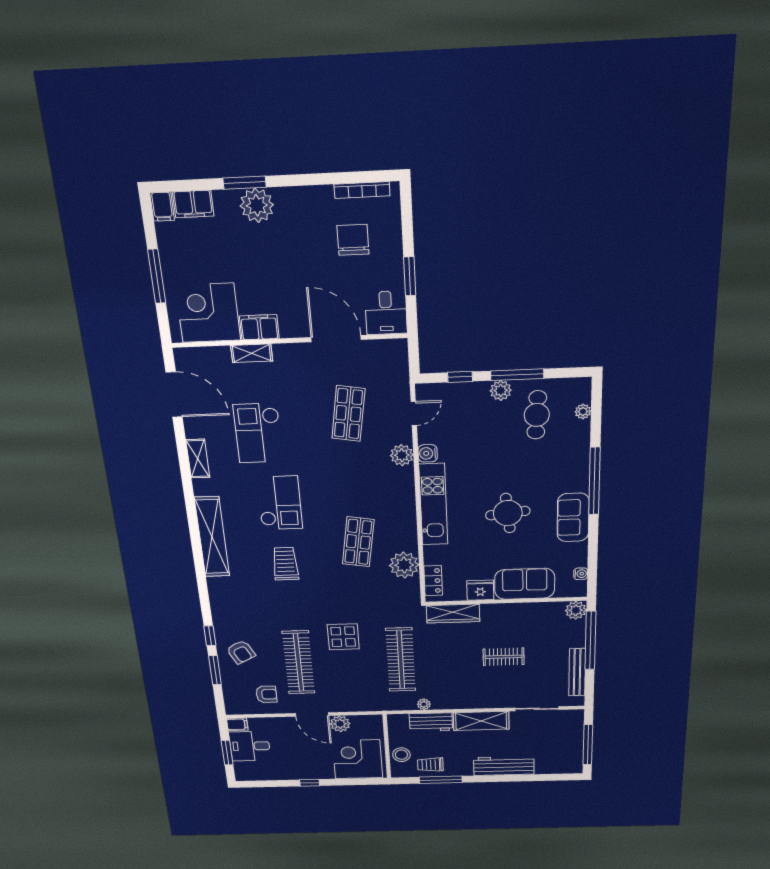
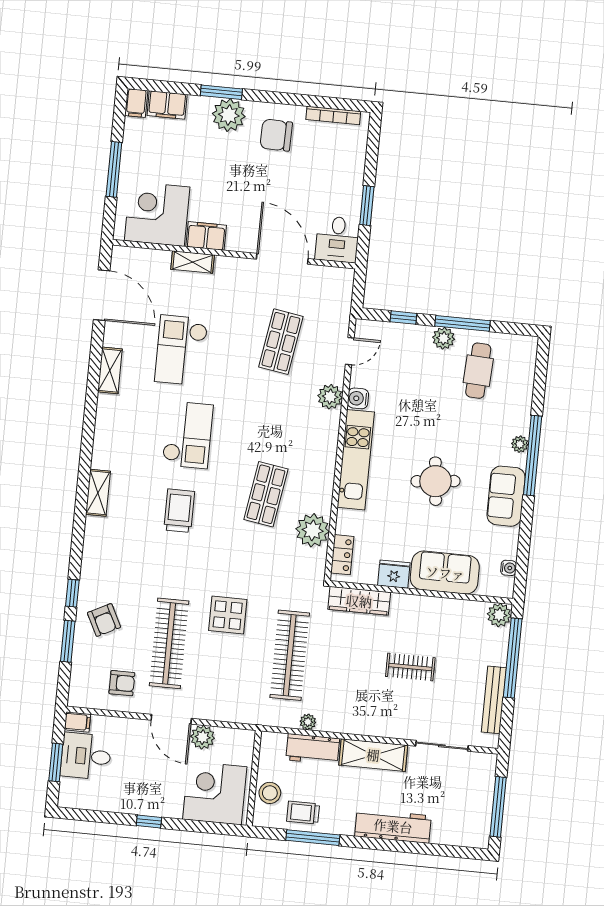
chair: (353, 240) -> (276, 135), moved, turned -89
plant: (583, 411) -> (520, 444), moved
shelving: (212, 537) -> (98, 493), width x0.45, depth x0.75

